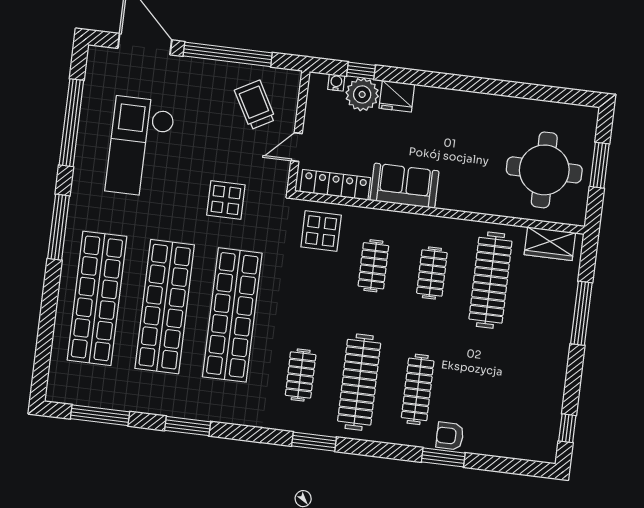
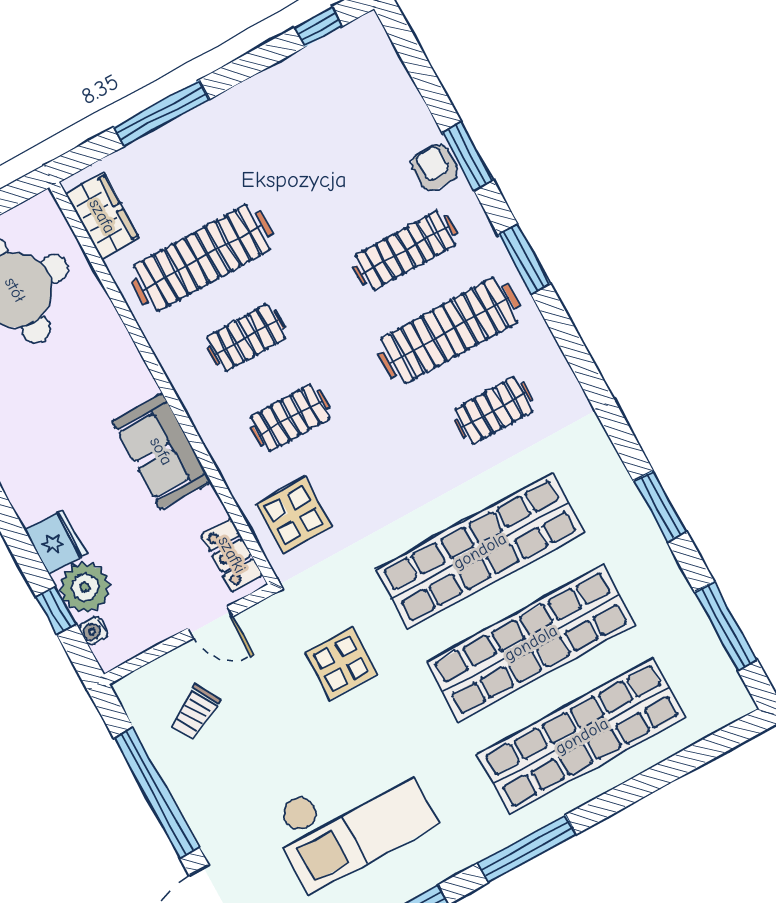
trolley: (255, 105) -> (195, 712), width x0.73, depth x0.72
locker: (335, 185) -> (232, 555), width x0.66
armchair: (450, 436) -> (435, 168), turned 180
window: (314, 442) -> (524, 259), moved

